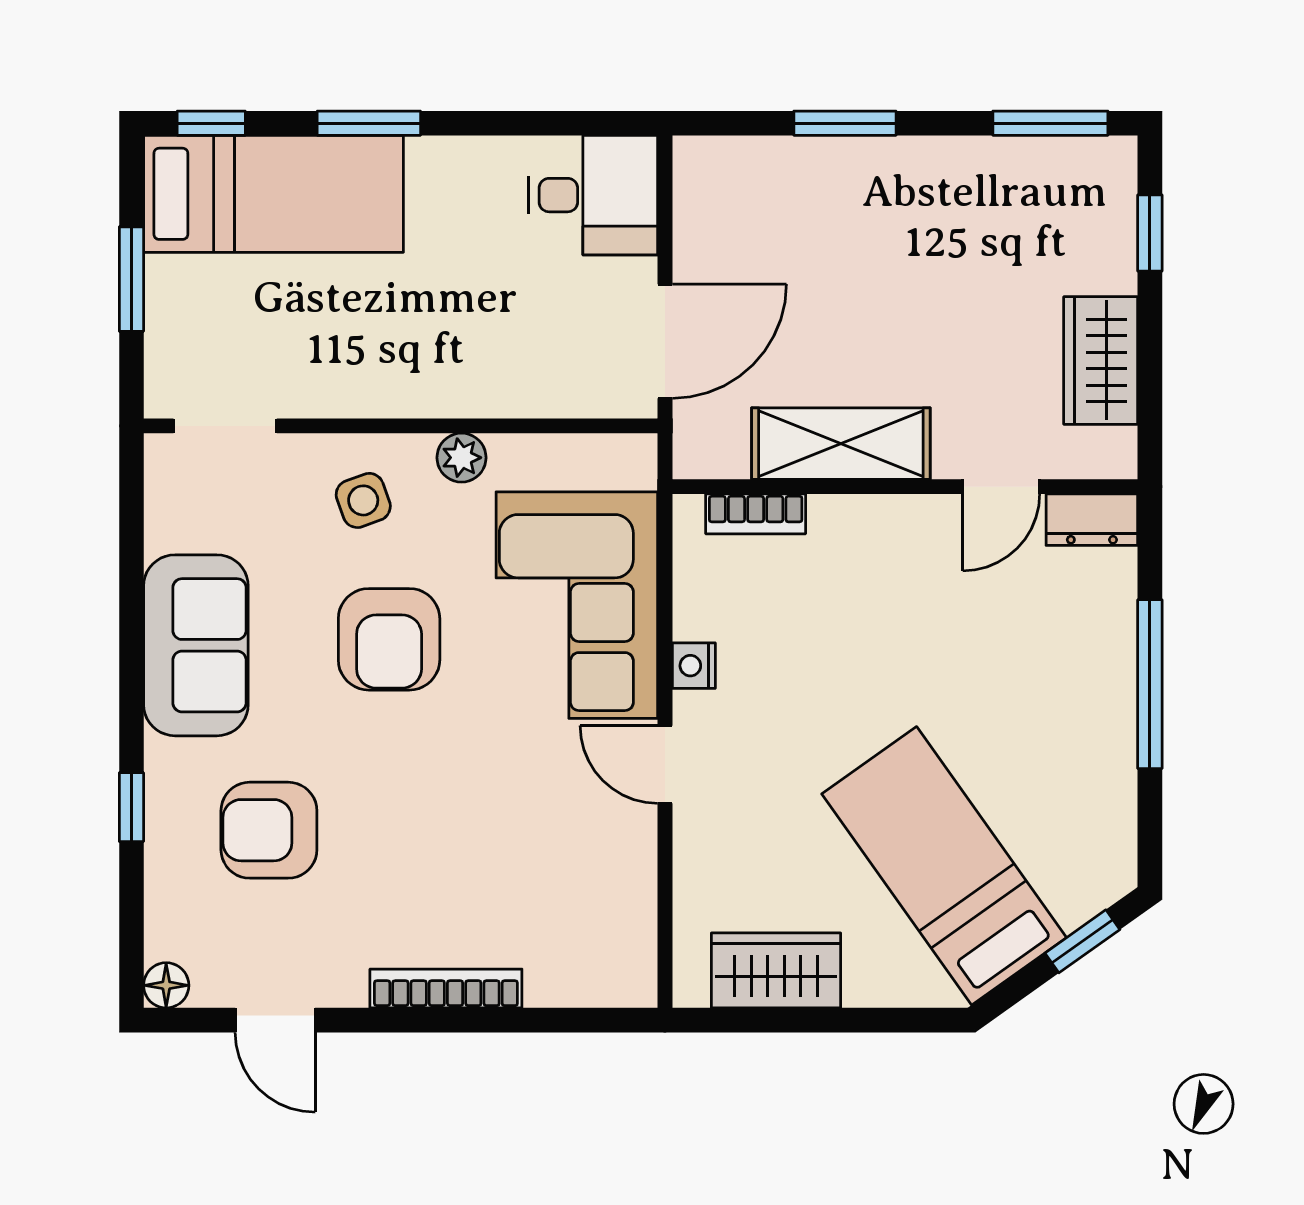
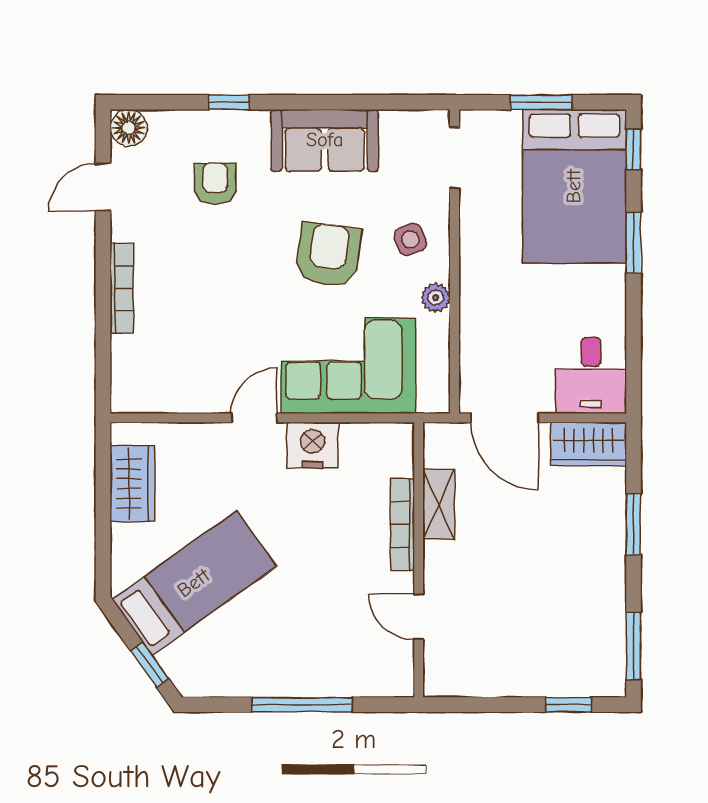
bed: (274, 194) -> (574, 186), width x1.50
wardrobe: (1101, 360) -> (589, 444), moved, turned 180
shelving: (841, 444) -> (439, 504), width x0.67, depth x0.75
bookcase: (756, 514) -> (402, 524), moved, width x1.56
dresser: (1092, 520) -> (399, 670), removed
armchair: (389, 639) -> (328, 255), turned 98
nightstand: (694, 666) -> (313, 445), width x1.89, depth x1.79
armchair: (269, 830) -> (215, 184), width x0.72, depth x0.72
floor lamp: (166, 985) -> (129, 128), width x1.37, depth x1.37

